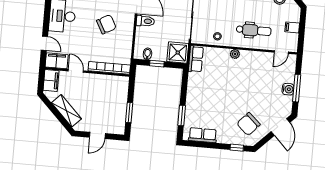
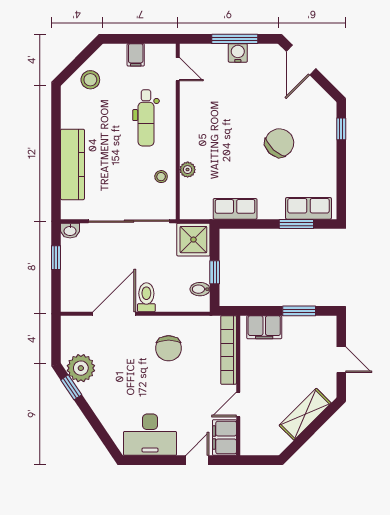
chair: (106, 24) -> (169, 348), moved, turned -151
dental chair: (254, 30) -> (146, 118), turned 180
plant: (235, 54) -> (188, 170), moved
row of seats: (196, 59) -> (235, 209), moved
filing cabinet: (51, 80) -> (264, 327), moved, turned 180
chair: (248, 124) -> (279, 143), moved, turned -89
door: (280, 127) -> (301, 60), swing flipped
row of seats: (203, 135) -> (309, 208), moved, turned 90

